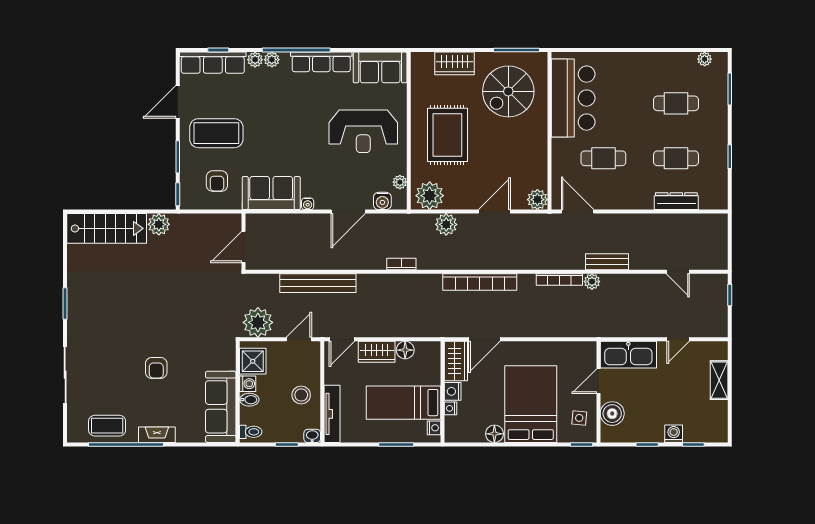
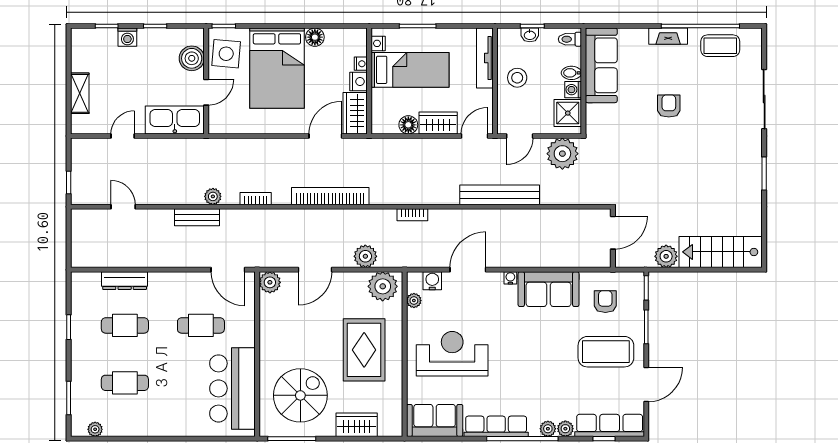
wall: (243, 242) -> (613, 238), moved
door: (243, 247) -> (613, 233), moved
bookcase: (559, 279) -> (256, 199), width x0.64
side table: (579, 418) -> (226, 54), width x1.87, depth x1.87
washbasin: (312, 436) -> (530, 35), moved

